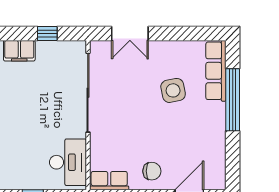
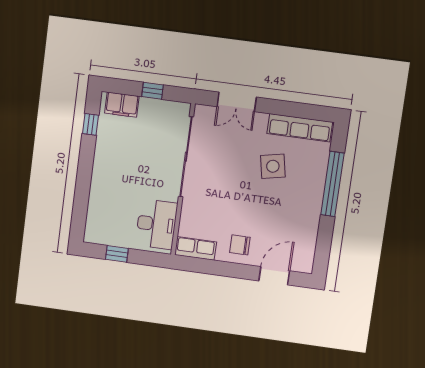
row of seats: (216, 71) -> (300, 128), moved, turned -90
chair: (152, 171) -> (240, 245), turned 180

